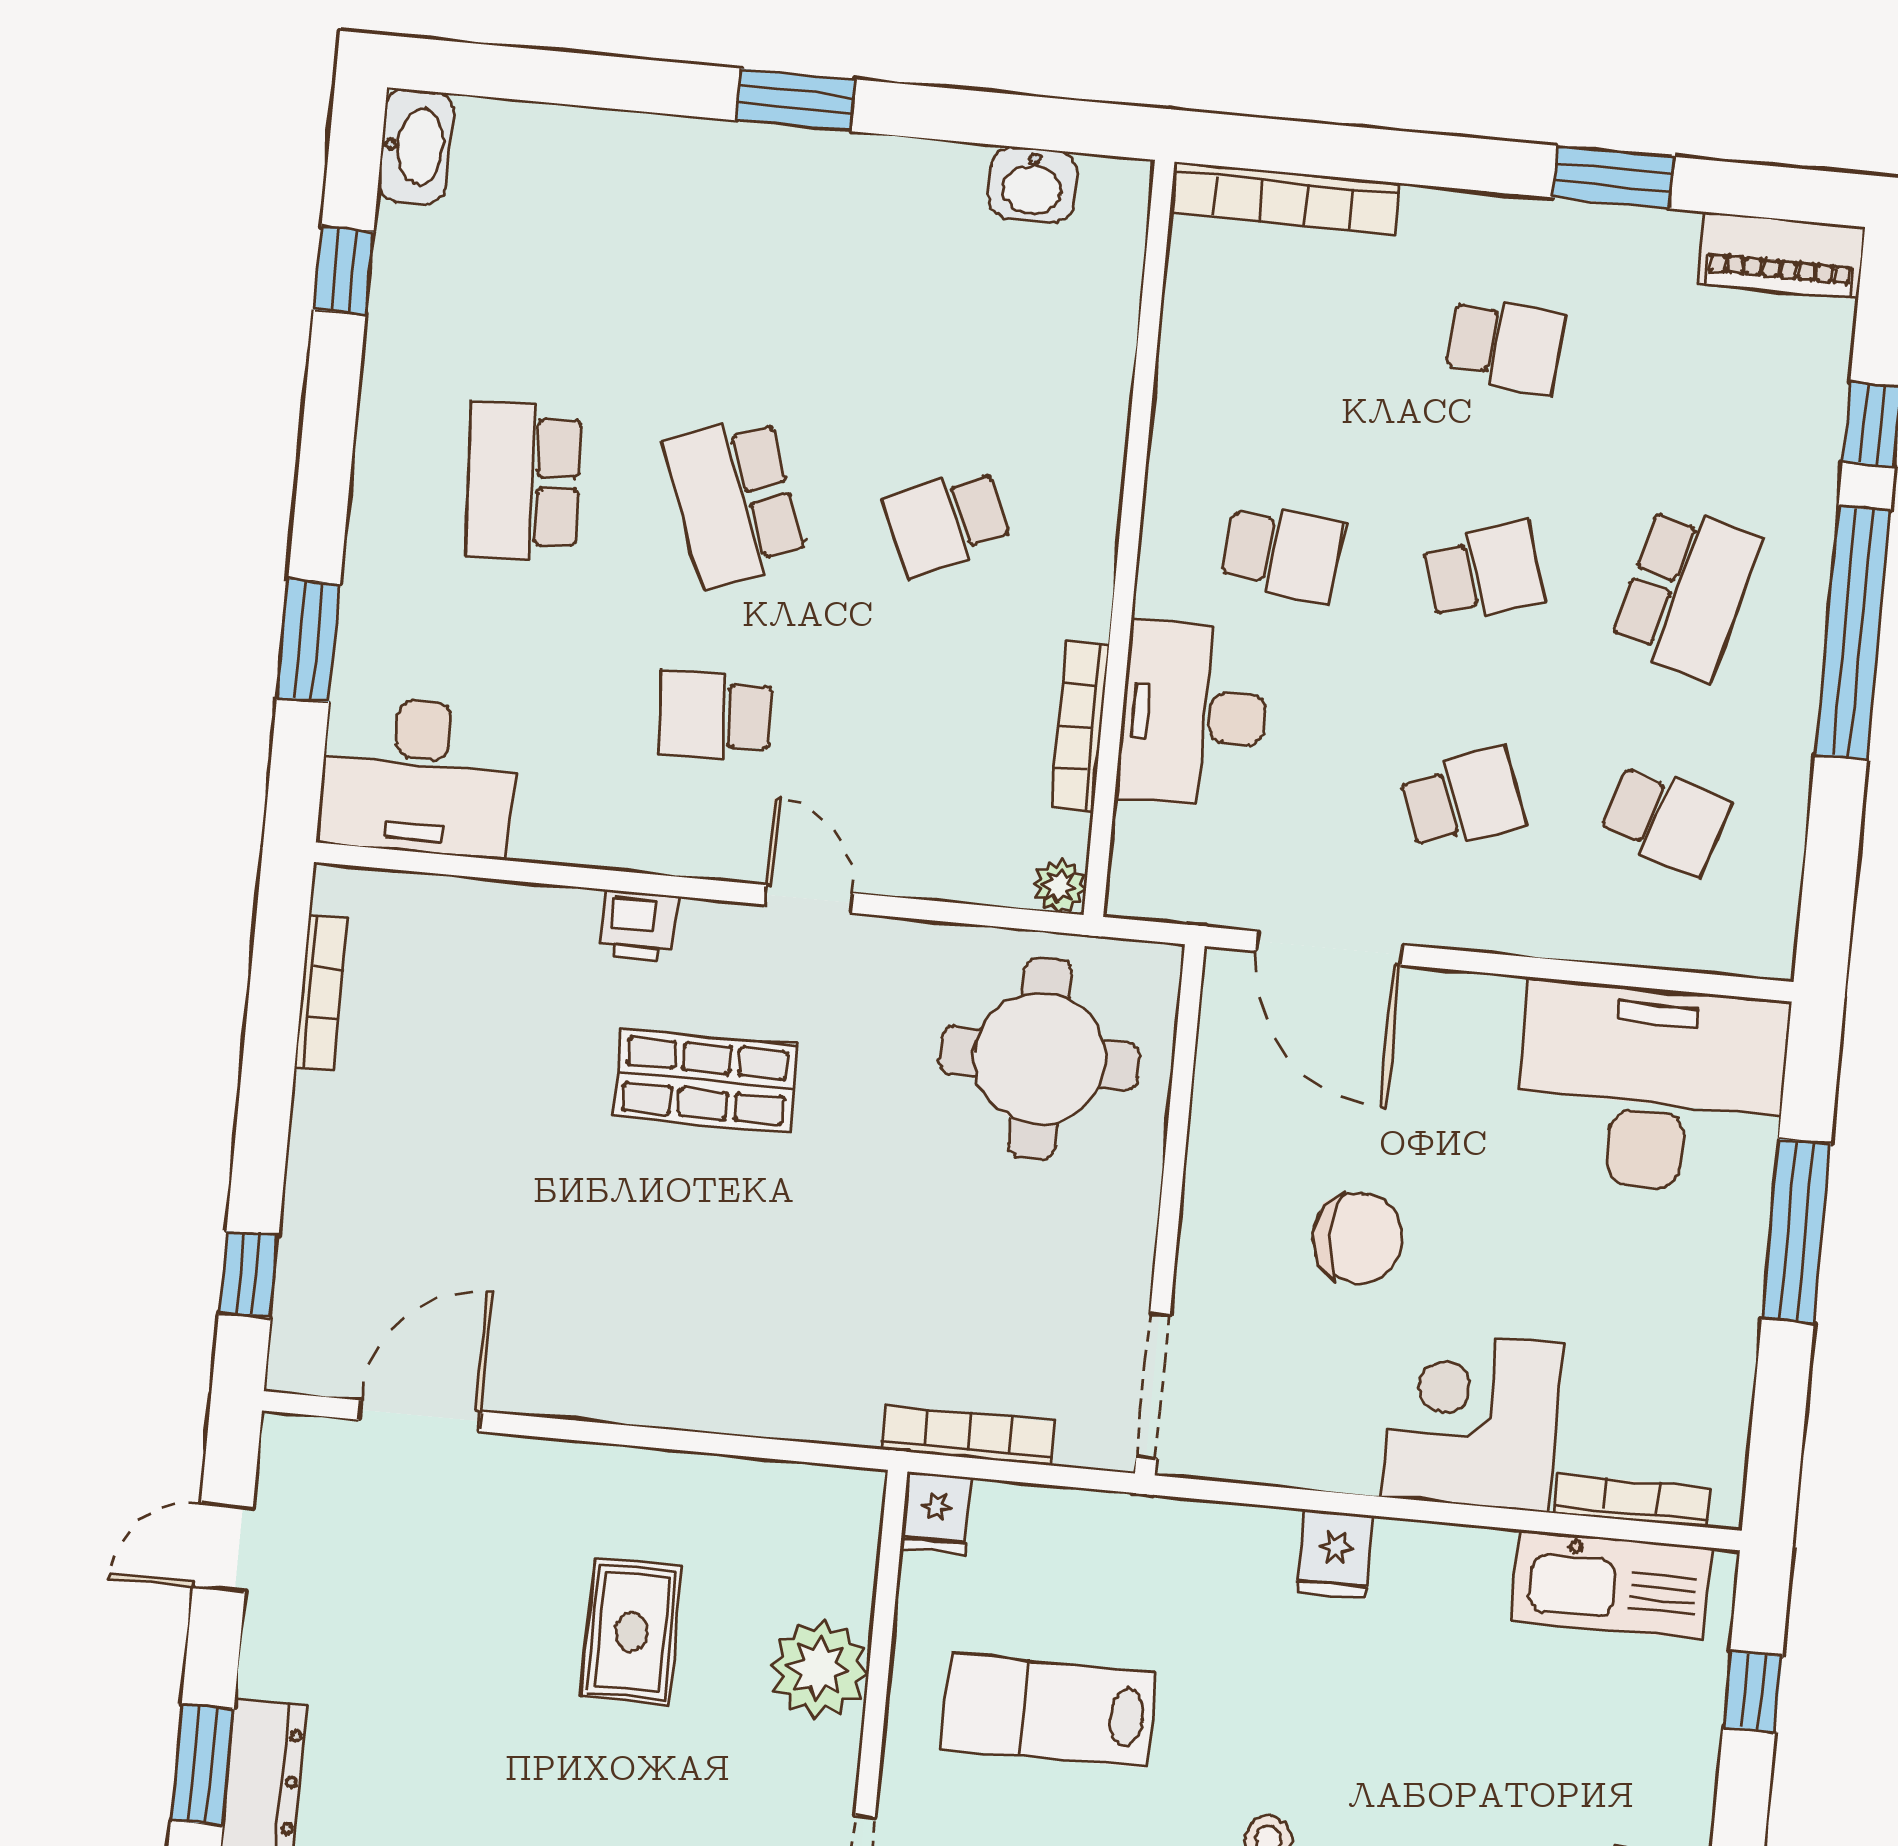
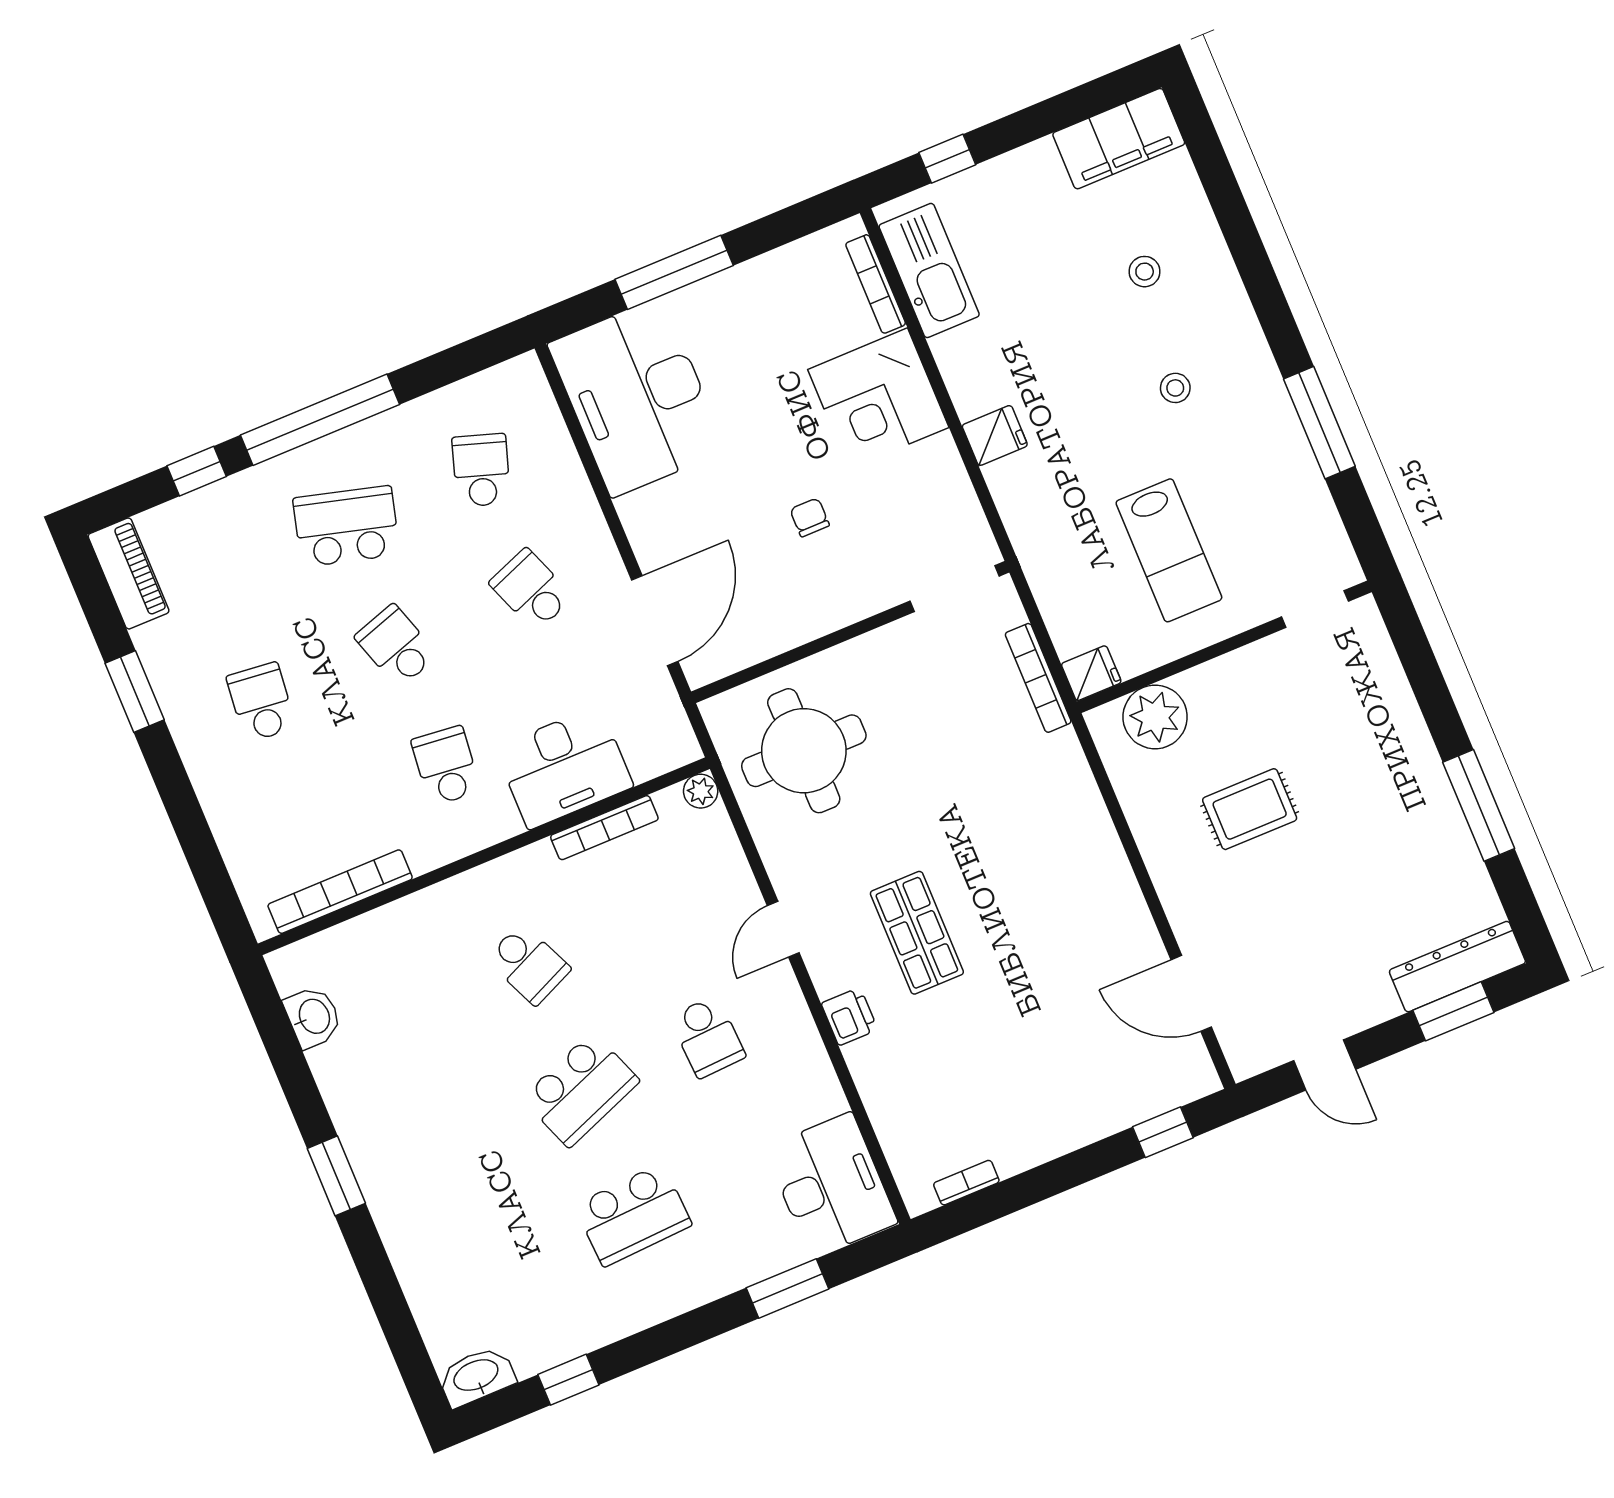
bookcase: (1285, 198) -> (340, 892), moved, turned -90
bookcase: (321, 993) -> (966, 1183), width x0.64
chair: (1358, 1238) -> (810, 517), width x0.54, depth x0.54
plant: (819, 1669) -> (1155, 717), moved

